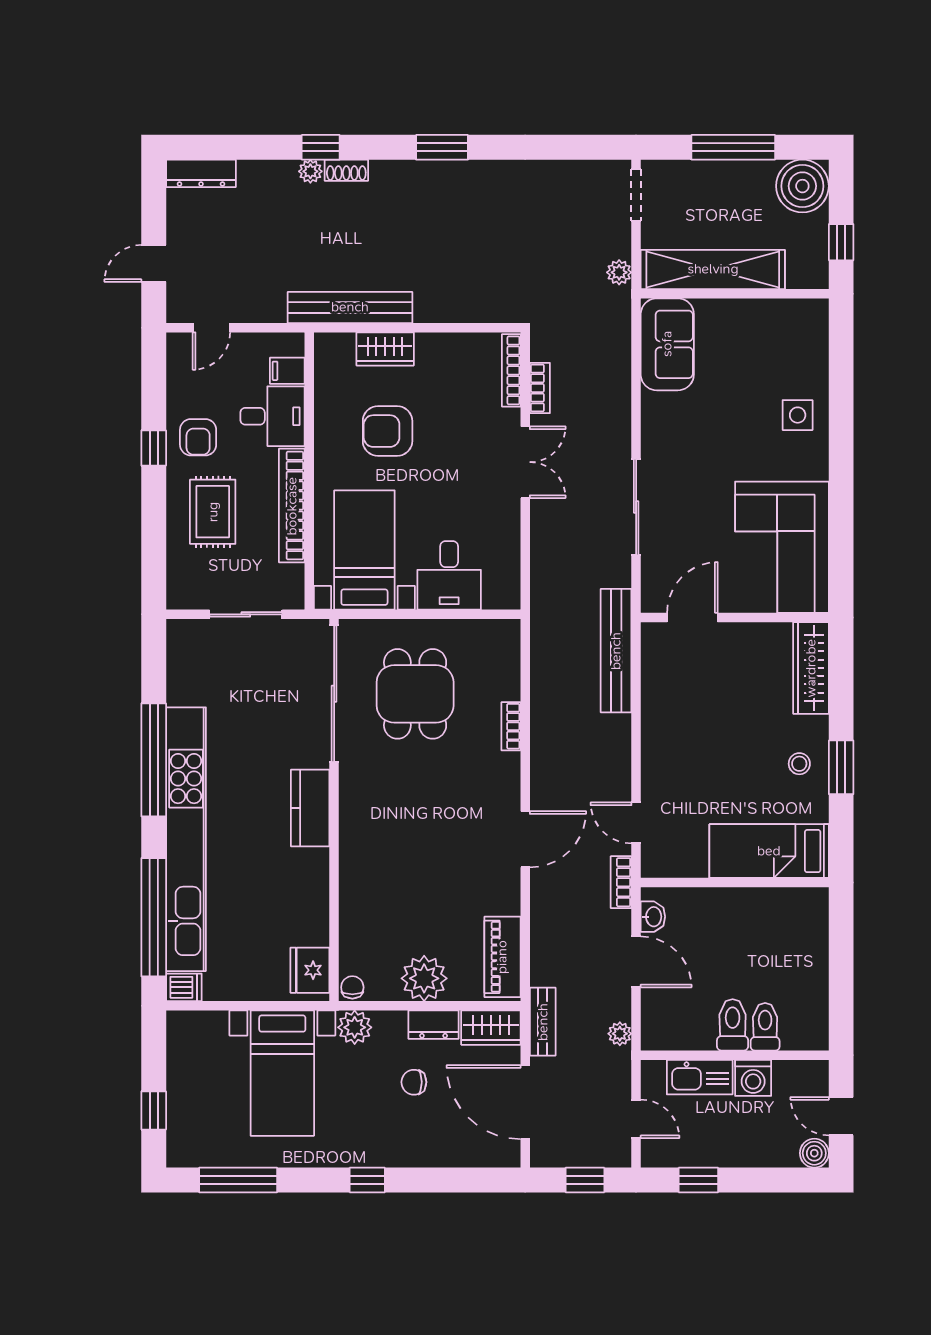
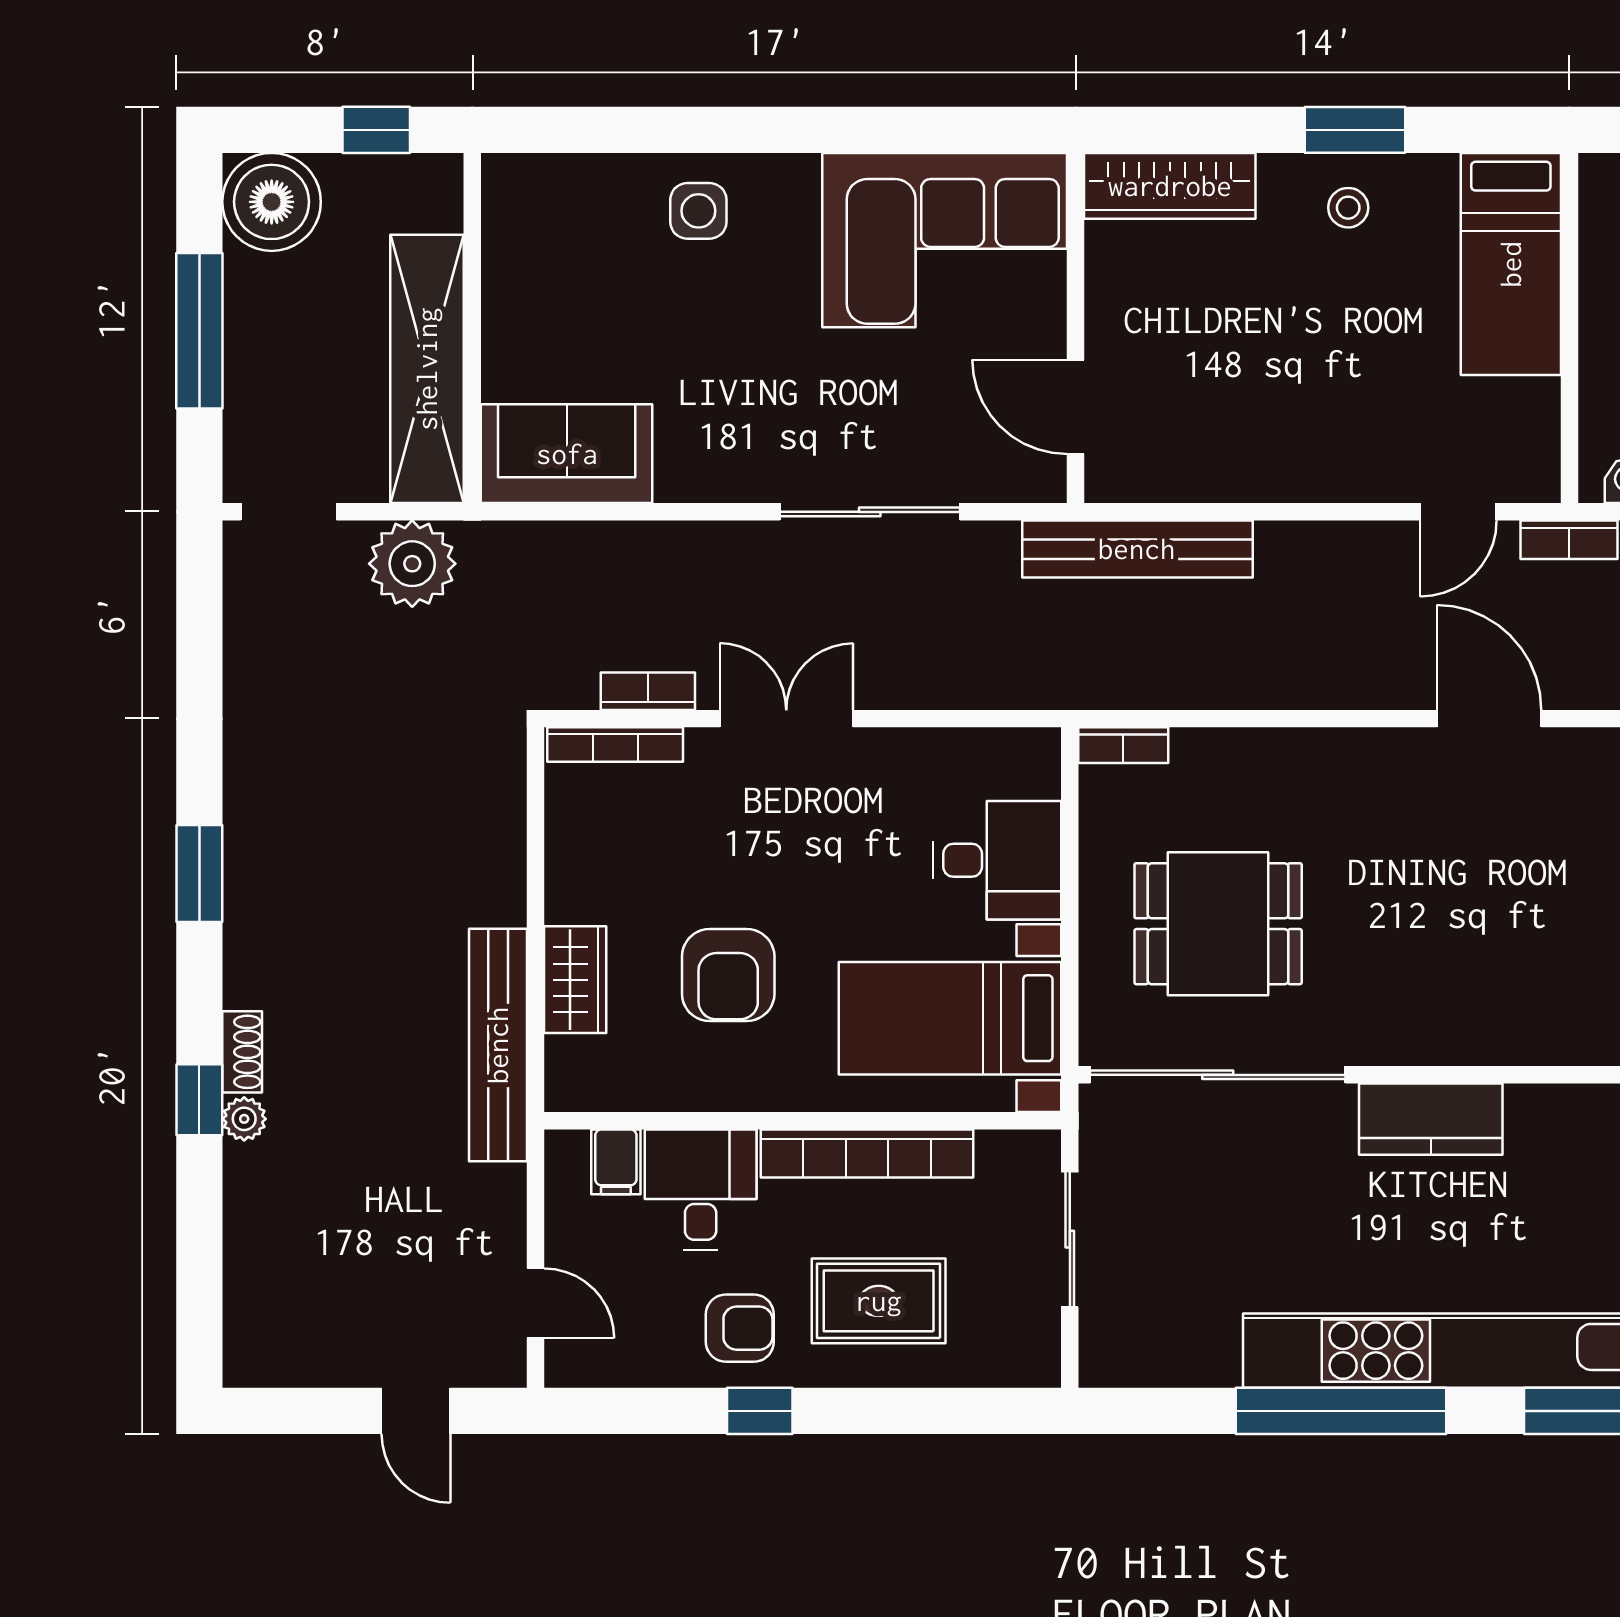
dresser: (201, 173) -> (248, 1323), removed
plant: (619, 272) -> (412, 564), width x1.88, depth x1.88
bookcase: (511, 726) -> (1123, 745), moved

